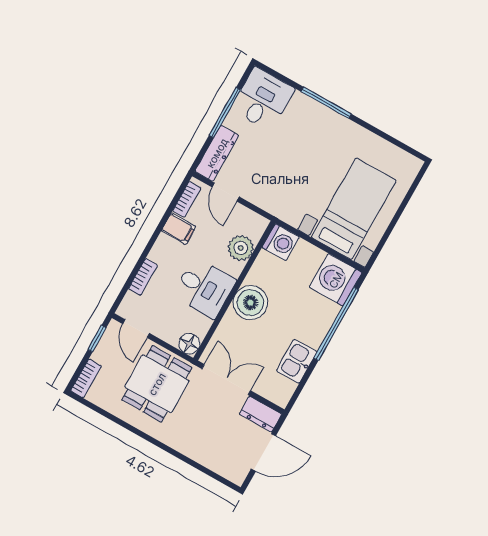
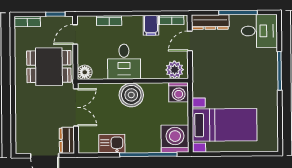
plant: (241, 248) -> (175, 70), moved

